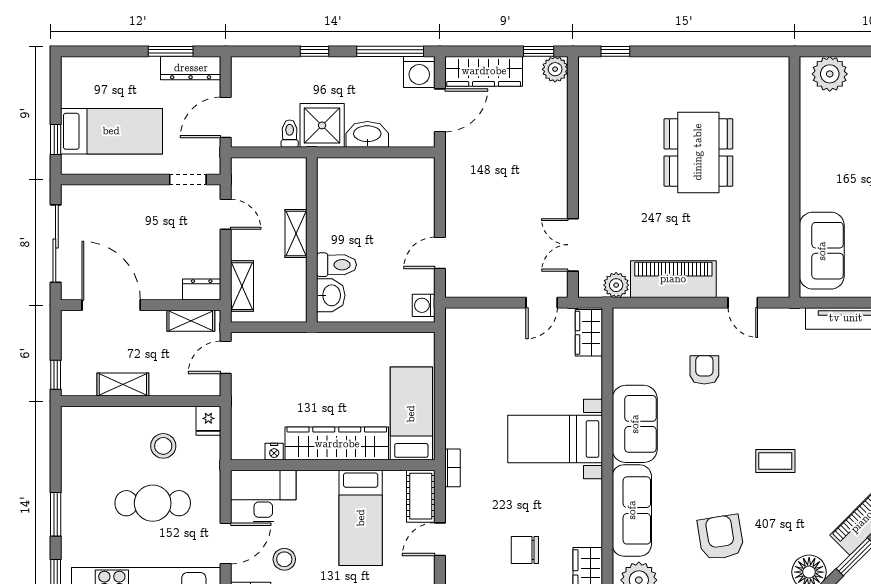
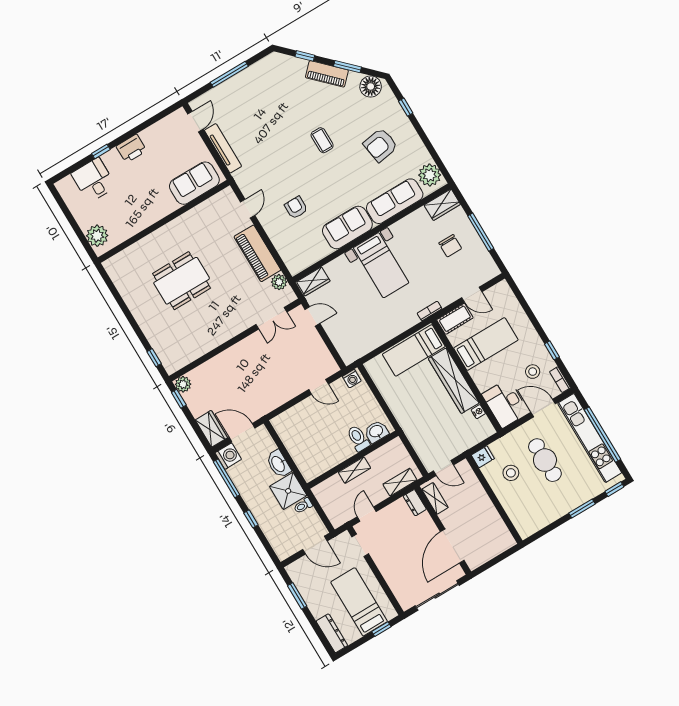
dresser: (191, 68) -> (332, 633), moved
wardrobe: (484, 71) -> (211, 429), width x0.67
armchair: (704, 370) -> (296, 208), turned 90
window: (56, 375) -> (507, 553), removed
shelving: (123, 385) -> (491, 514), removed

